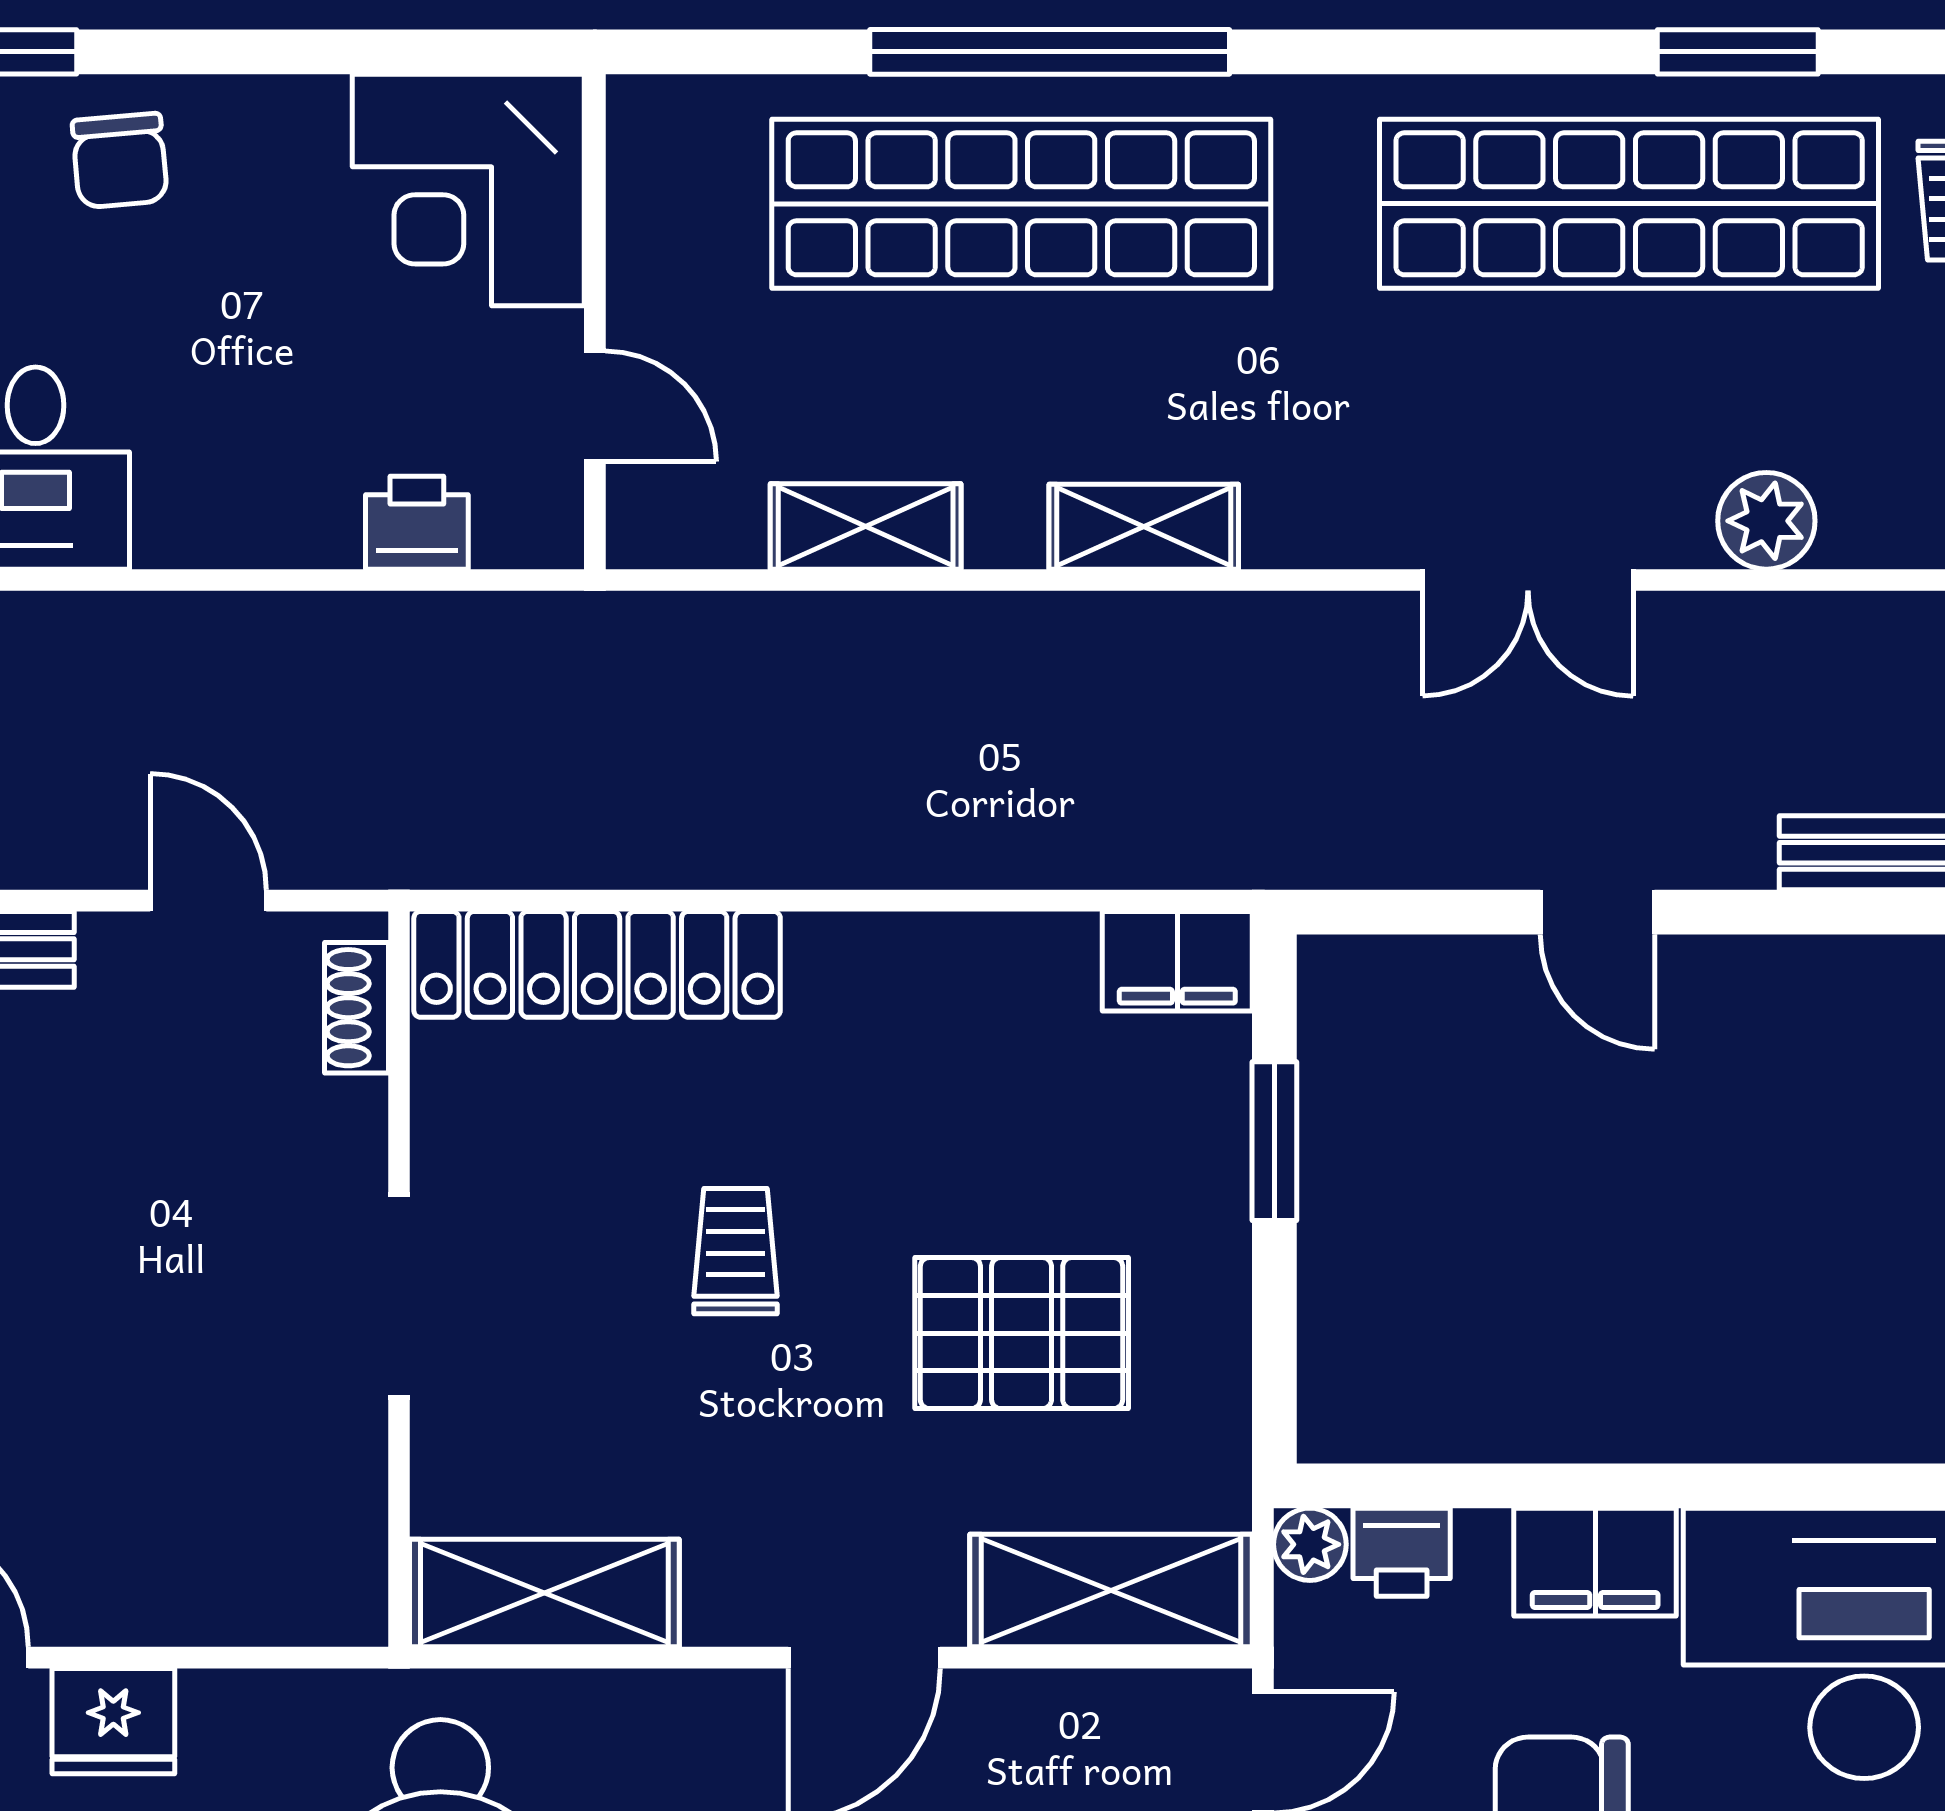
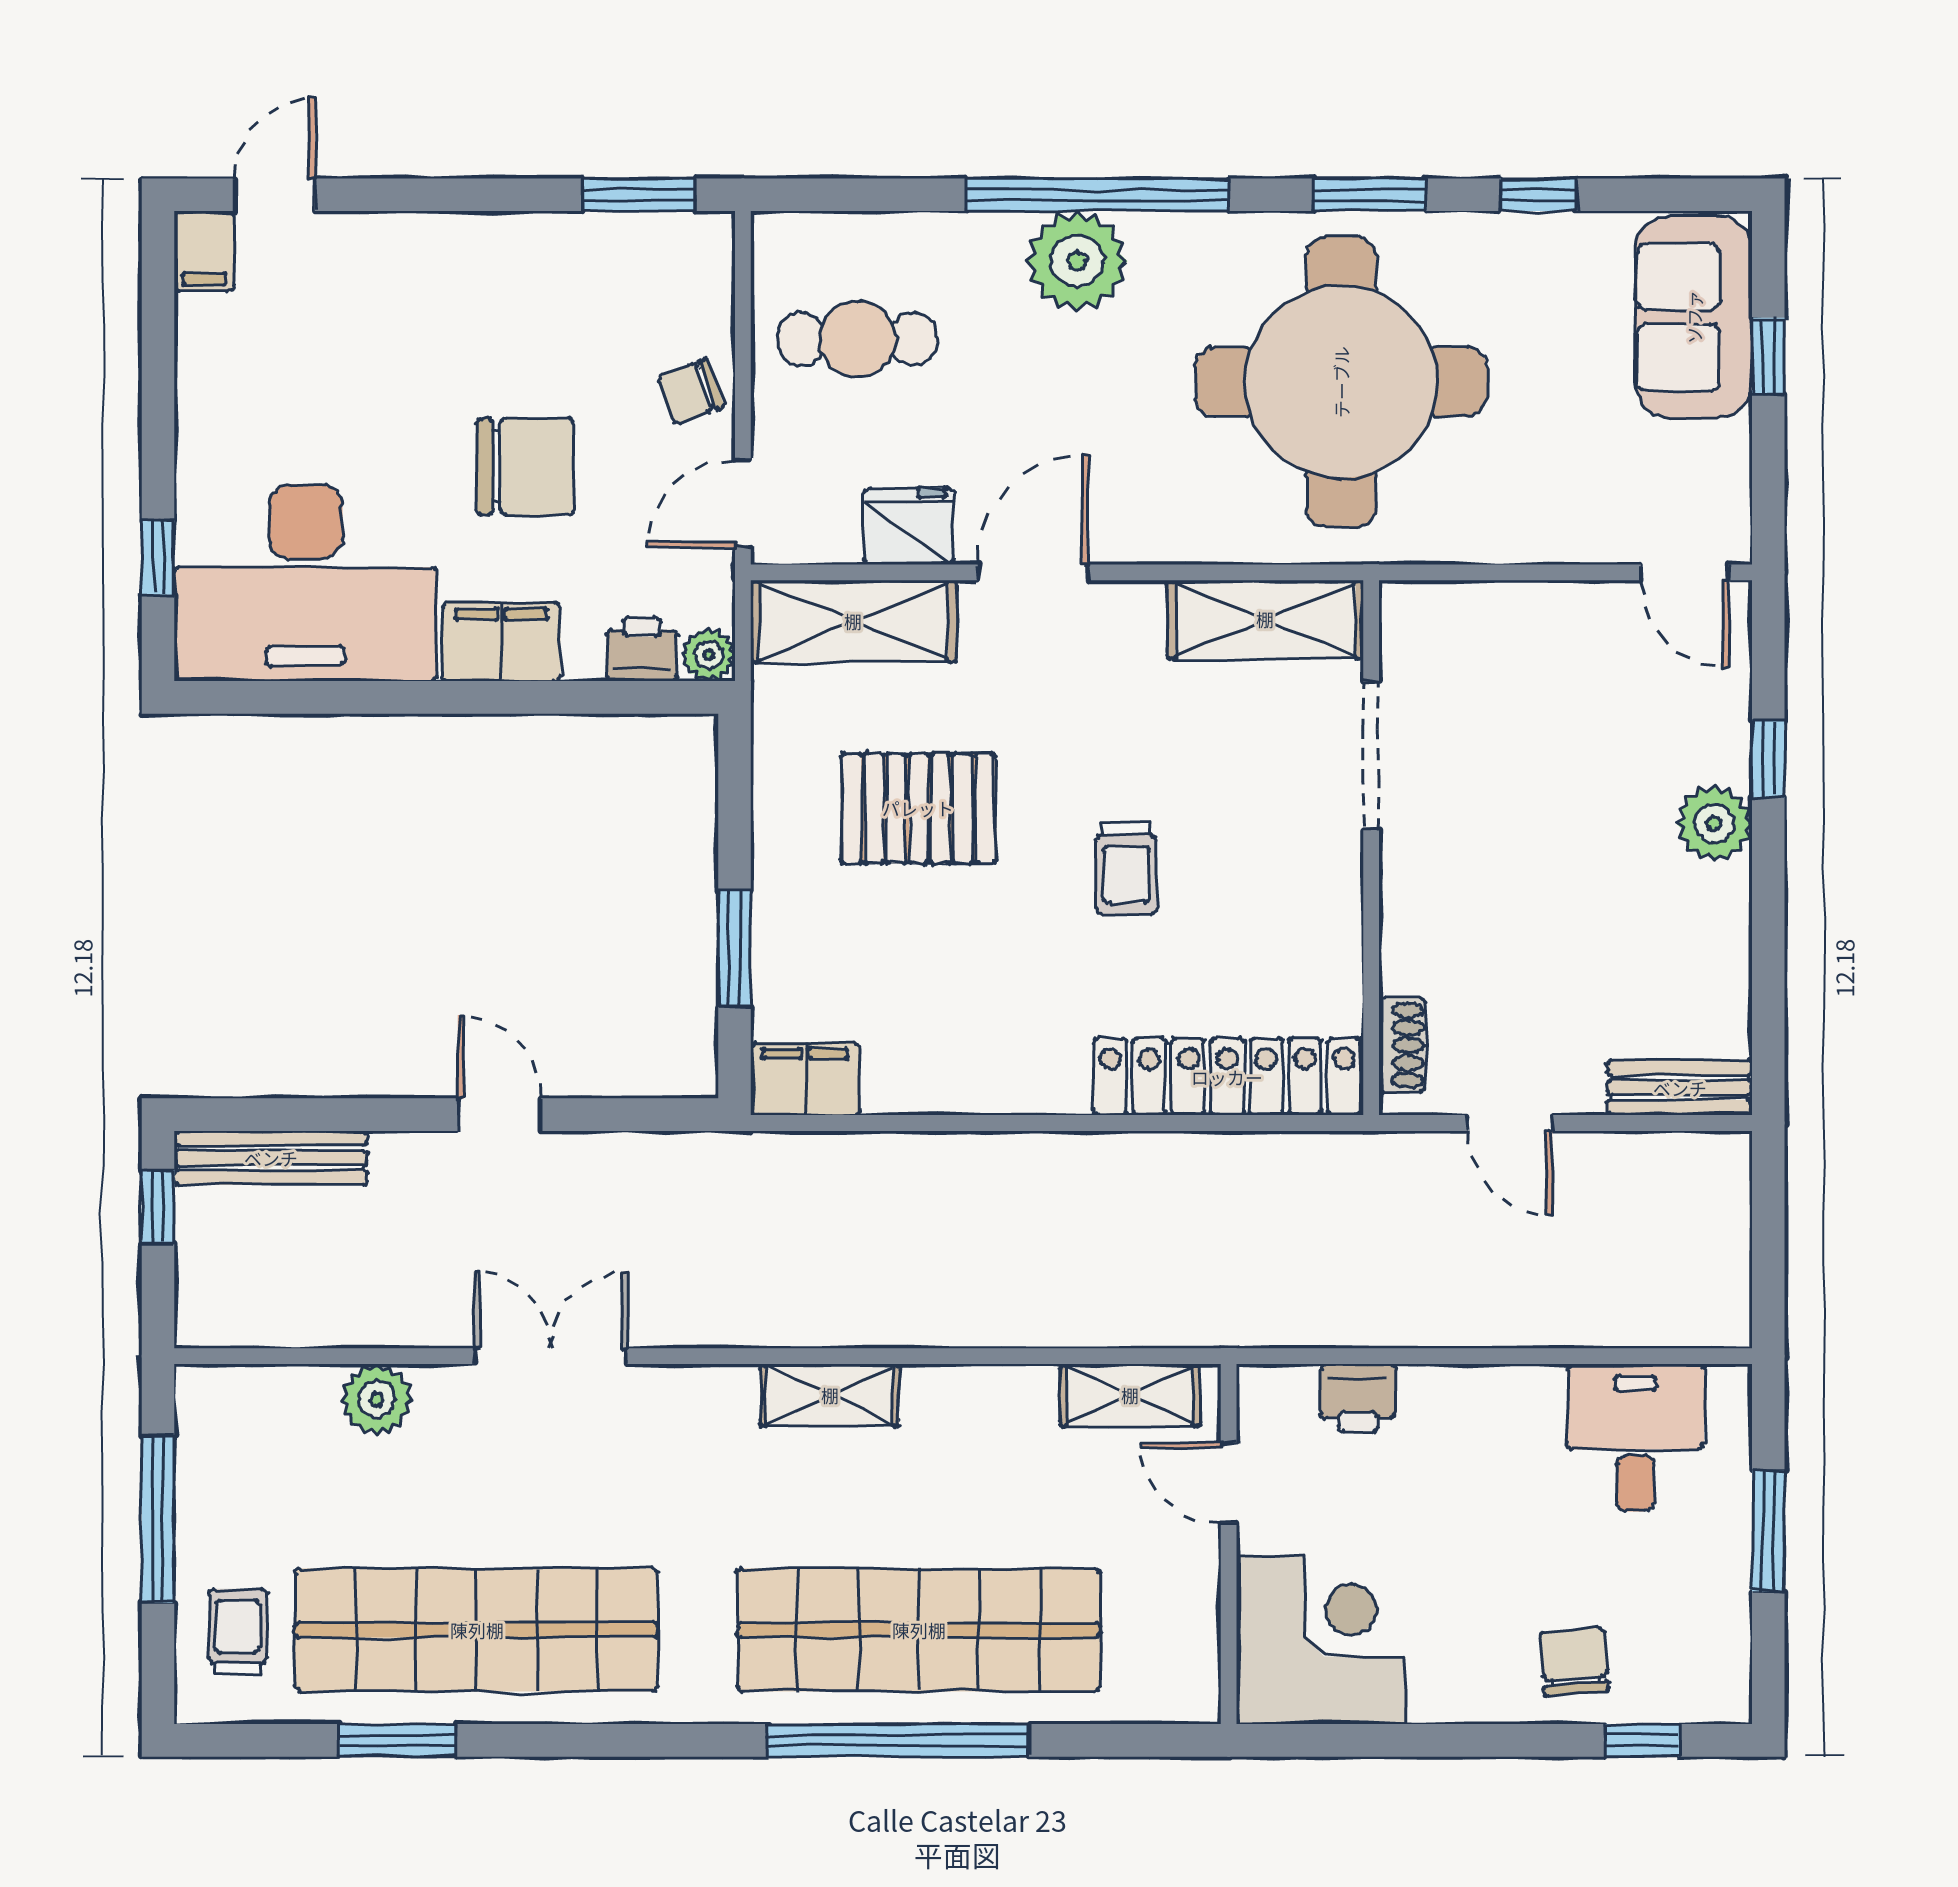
shelving: (866, 526) -> (1130, 1395), moved
doorway: (399, 1296) -> (1371, 755), moved
fridge: (113, 1721) -> (909, 526), moved

